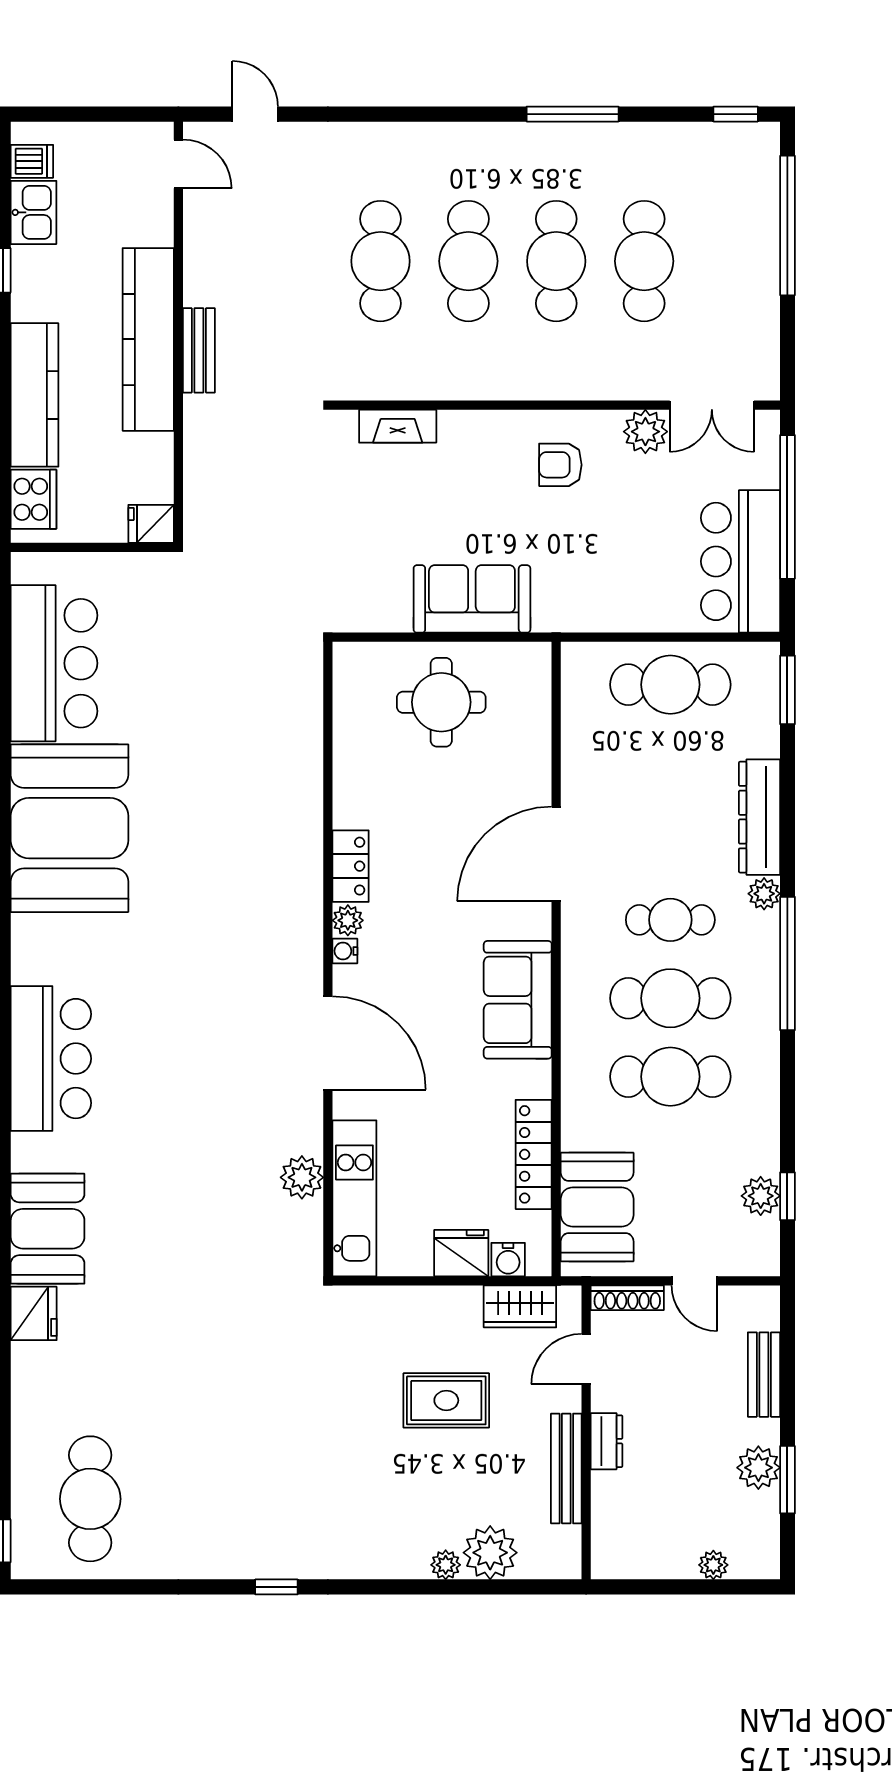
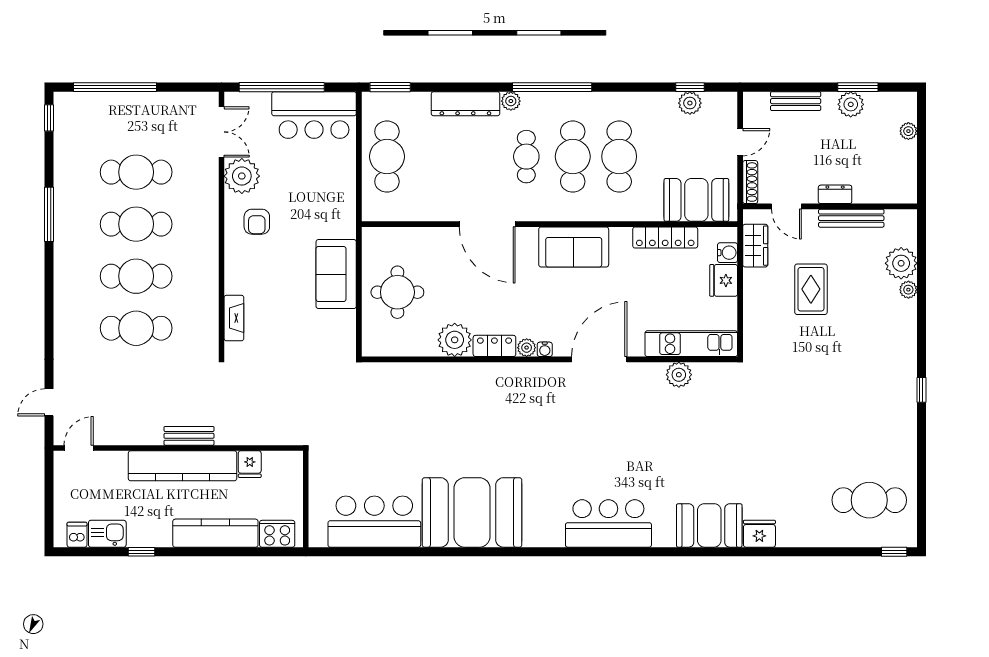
plant: (645, 432) -> (242, 176), width x1.36, depth x1.36
fridge: (151, 524) -> (250, 464), moved
plant: (361, 799) -> (455, 340), added

